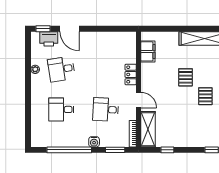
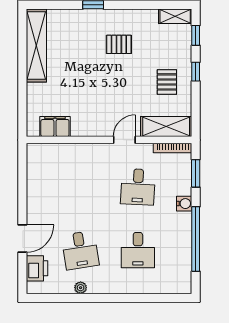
window: (43, 29) -> (22, 276), removed
locker: (131, 74) -> (88, 151), removed
pallet: (186, 77) -> (167, 82), moved, turned 90
window: (167, 150) -> (196, 72), moved

